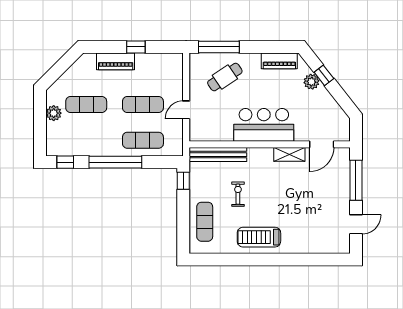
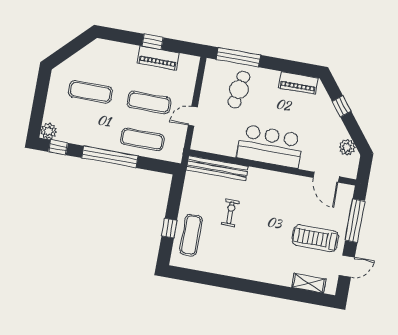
piano: (116, 61) -> (158, 58), moved
cafe table: (225, 77) -> (239, 89), turned -47
plant: (312, 82) -> (347, 147), moved
plant: (54, 113) -> (49, 131), moved
door: (322, 144) -> (326, 177), hinge flipped
shelving: (289, 154) -> (309, 283), moved
window: (183, 181) -> (169, 228), moved
treadmill: (259, 237) -> (315, 238), moved

